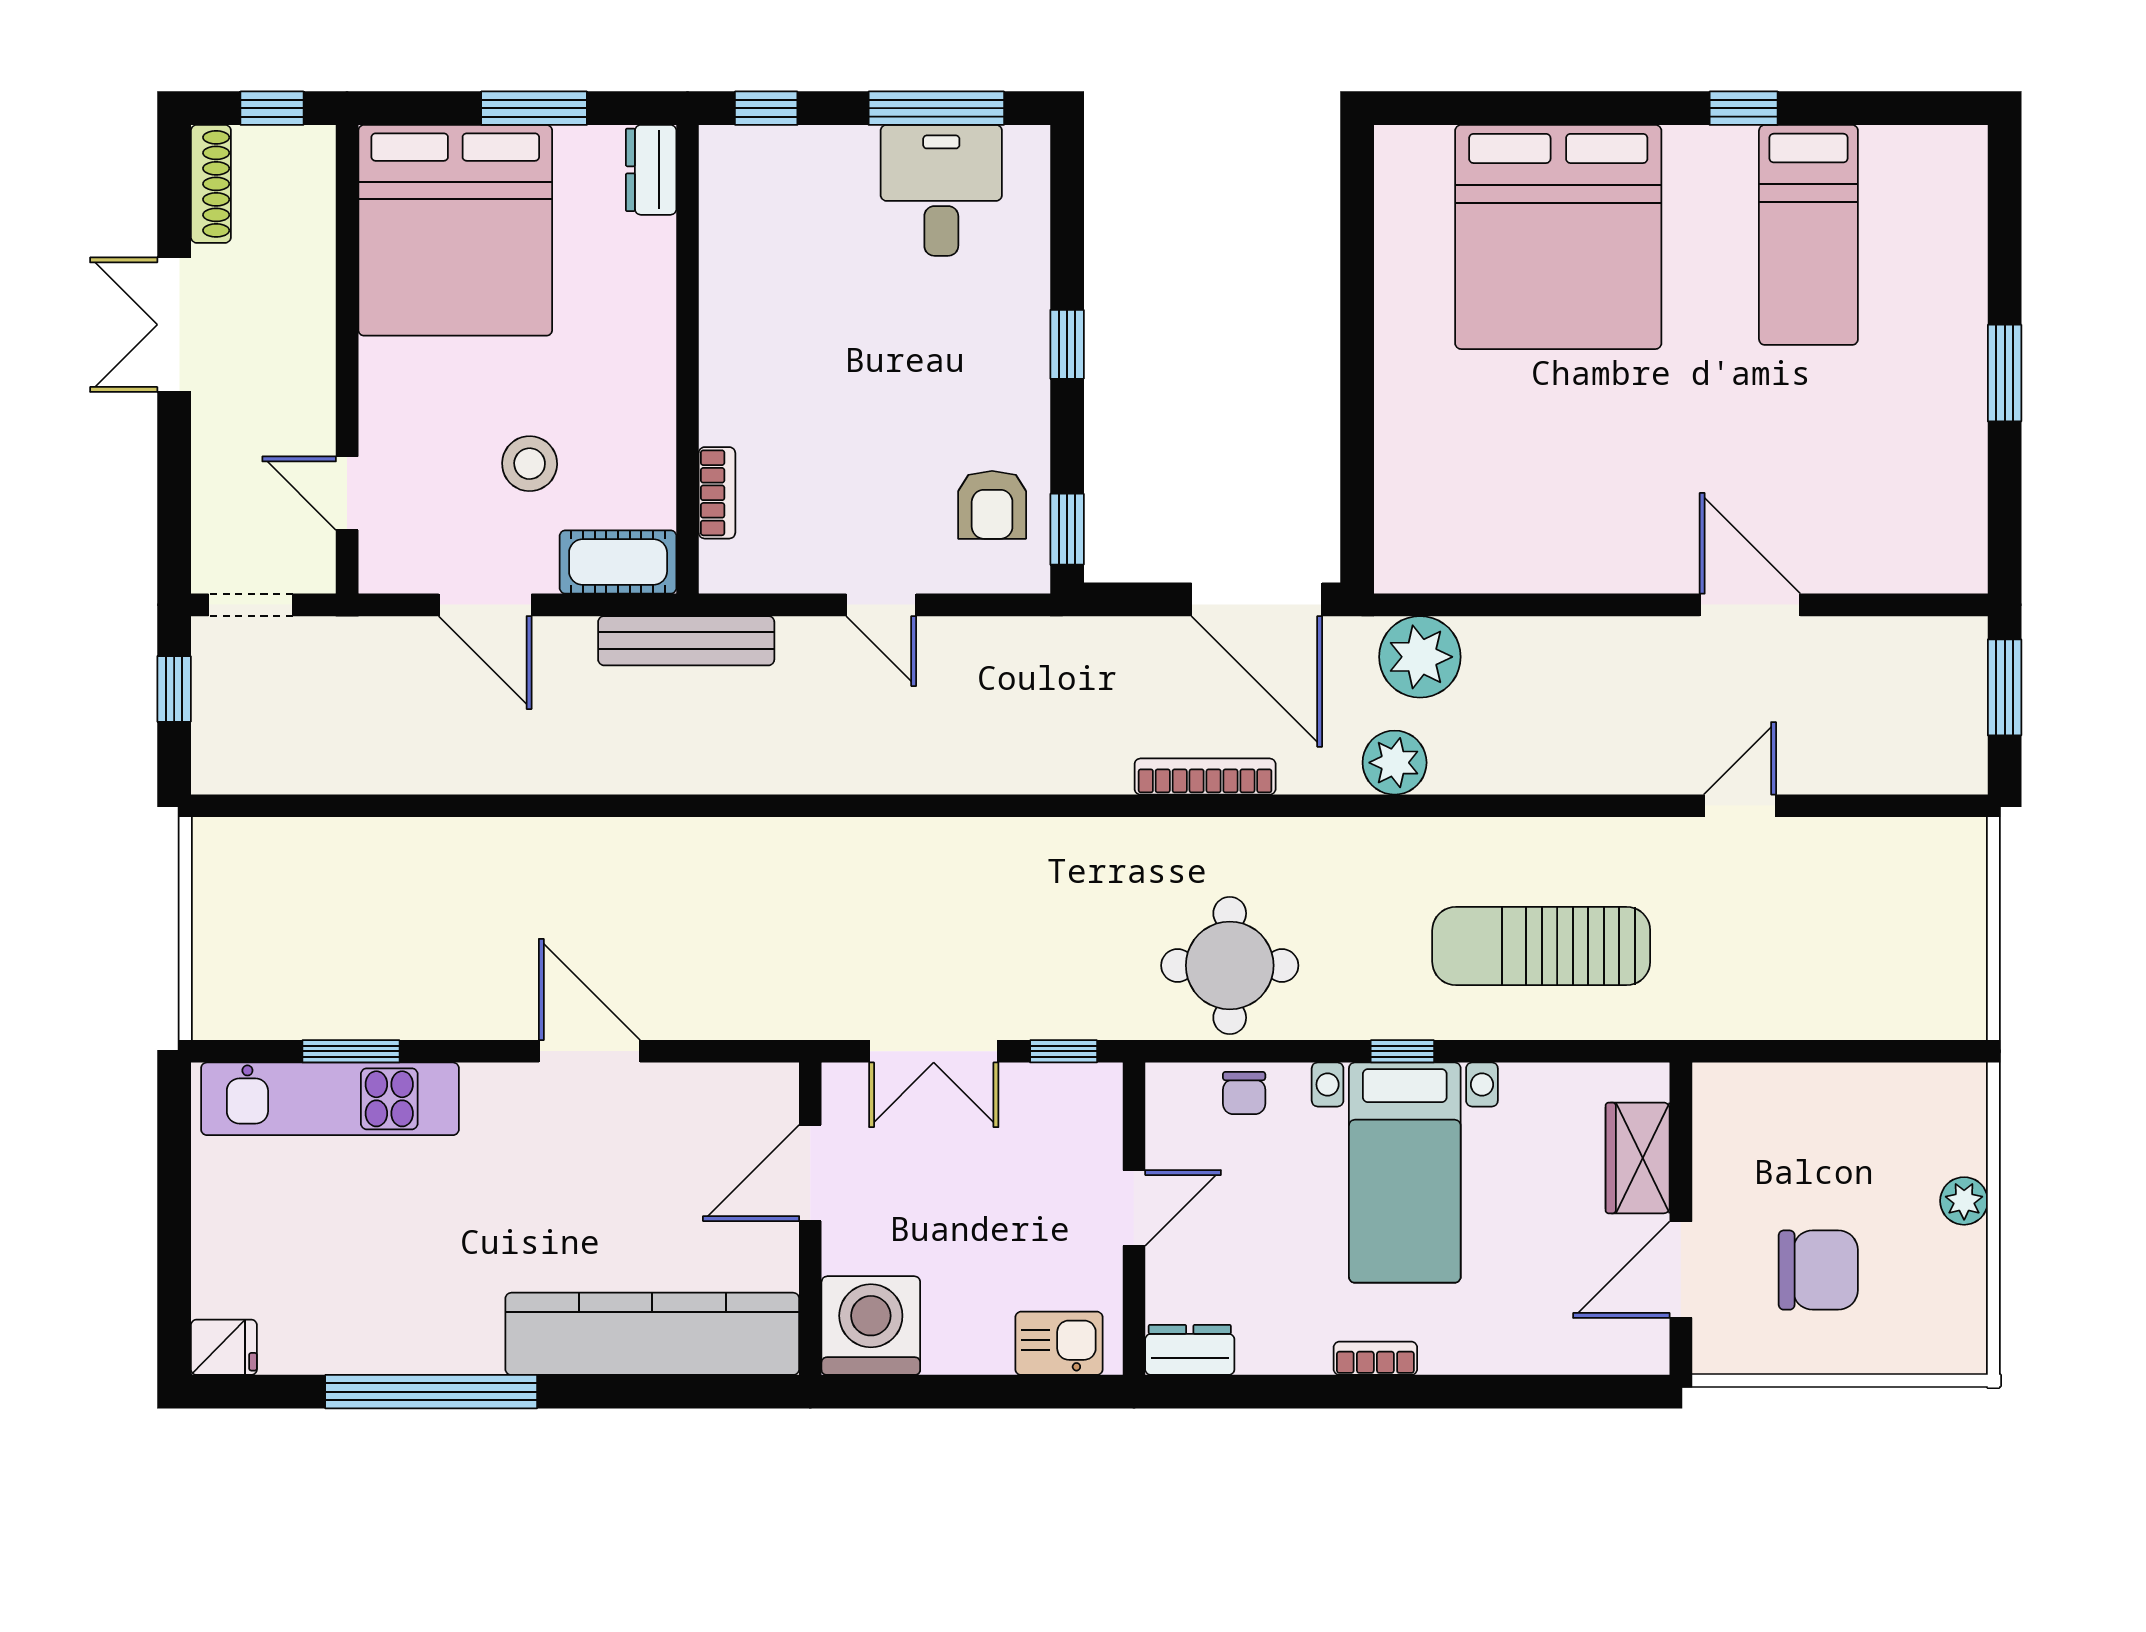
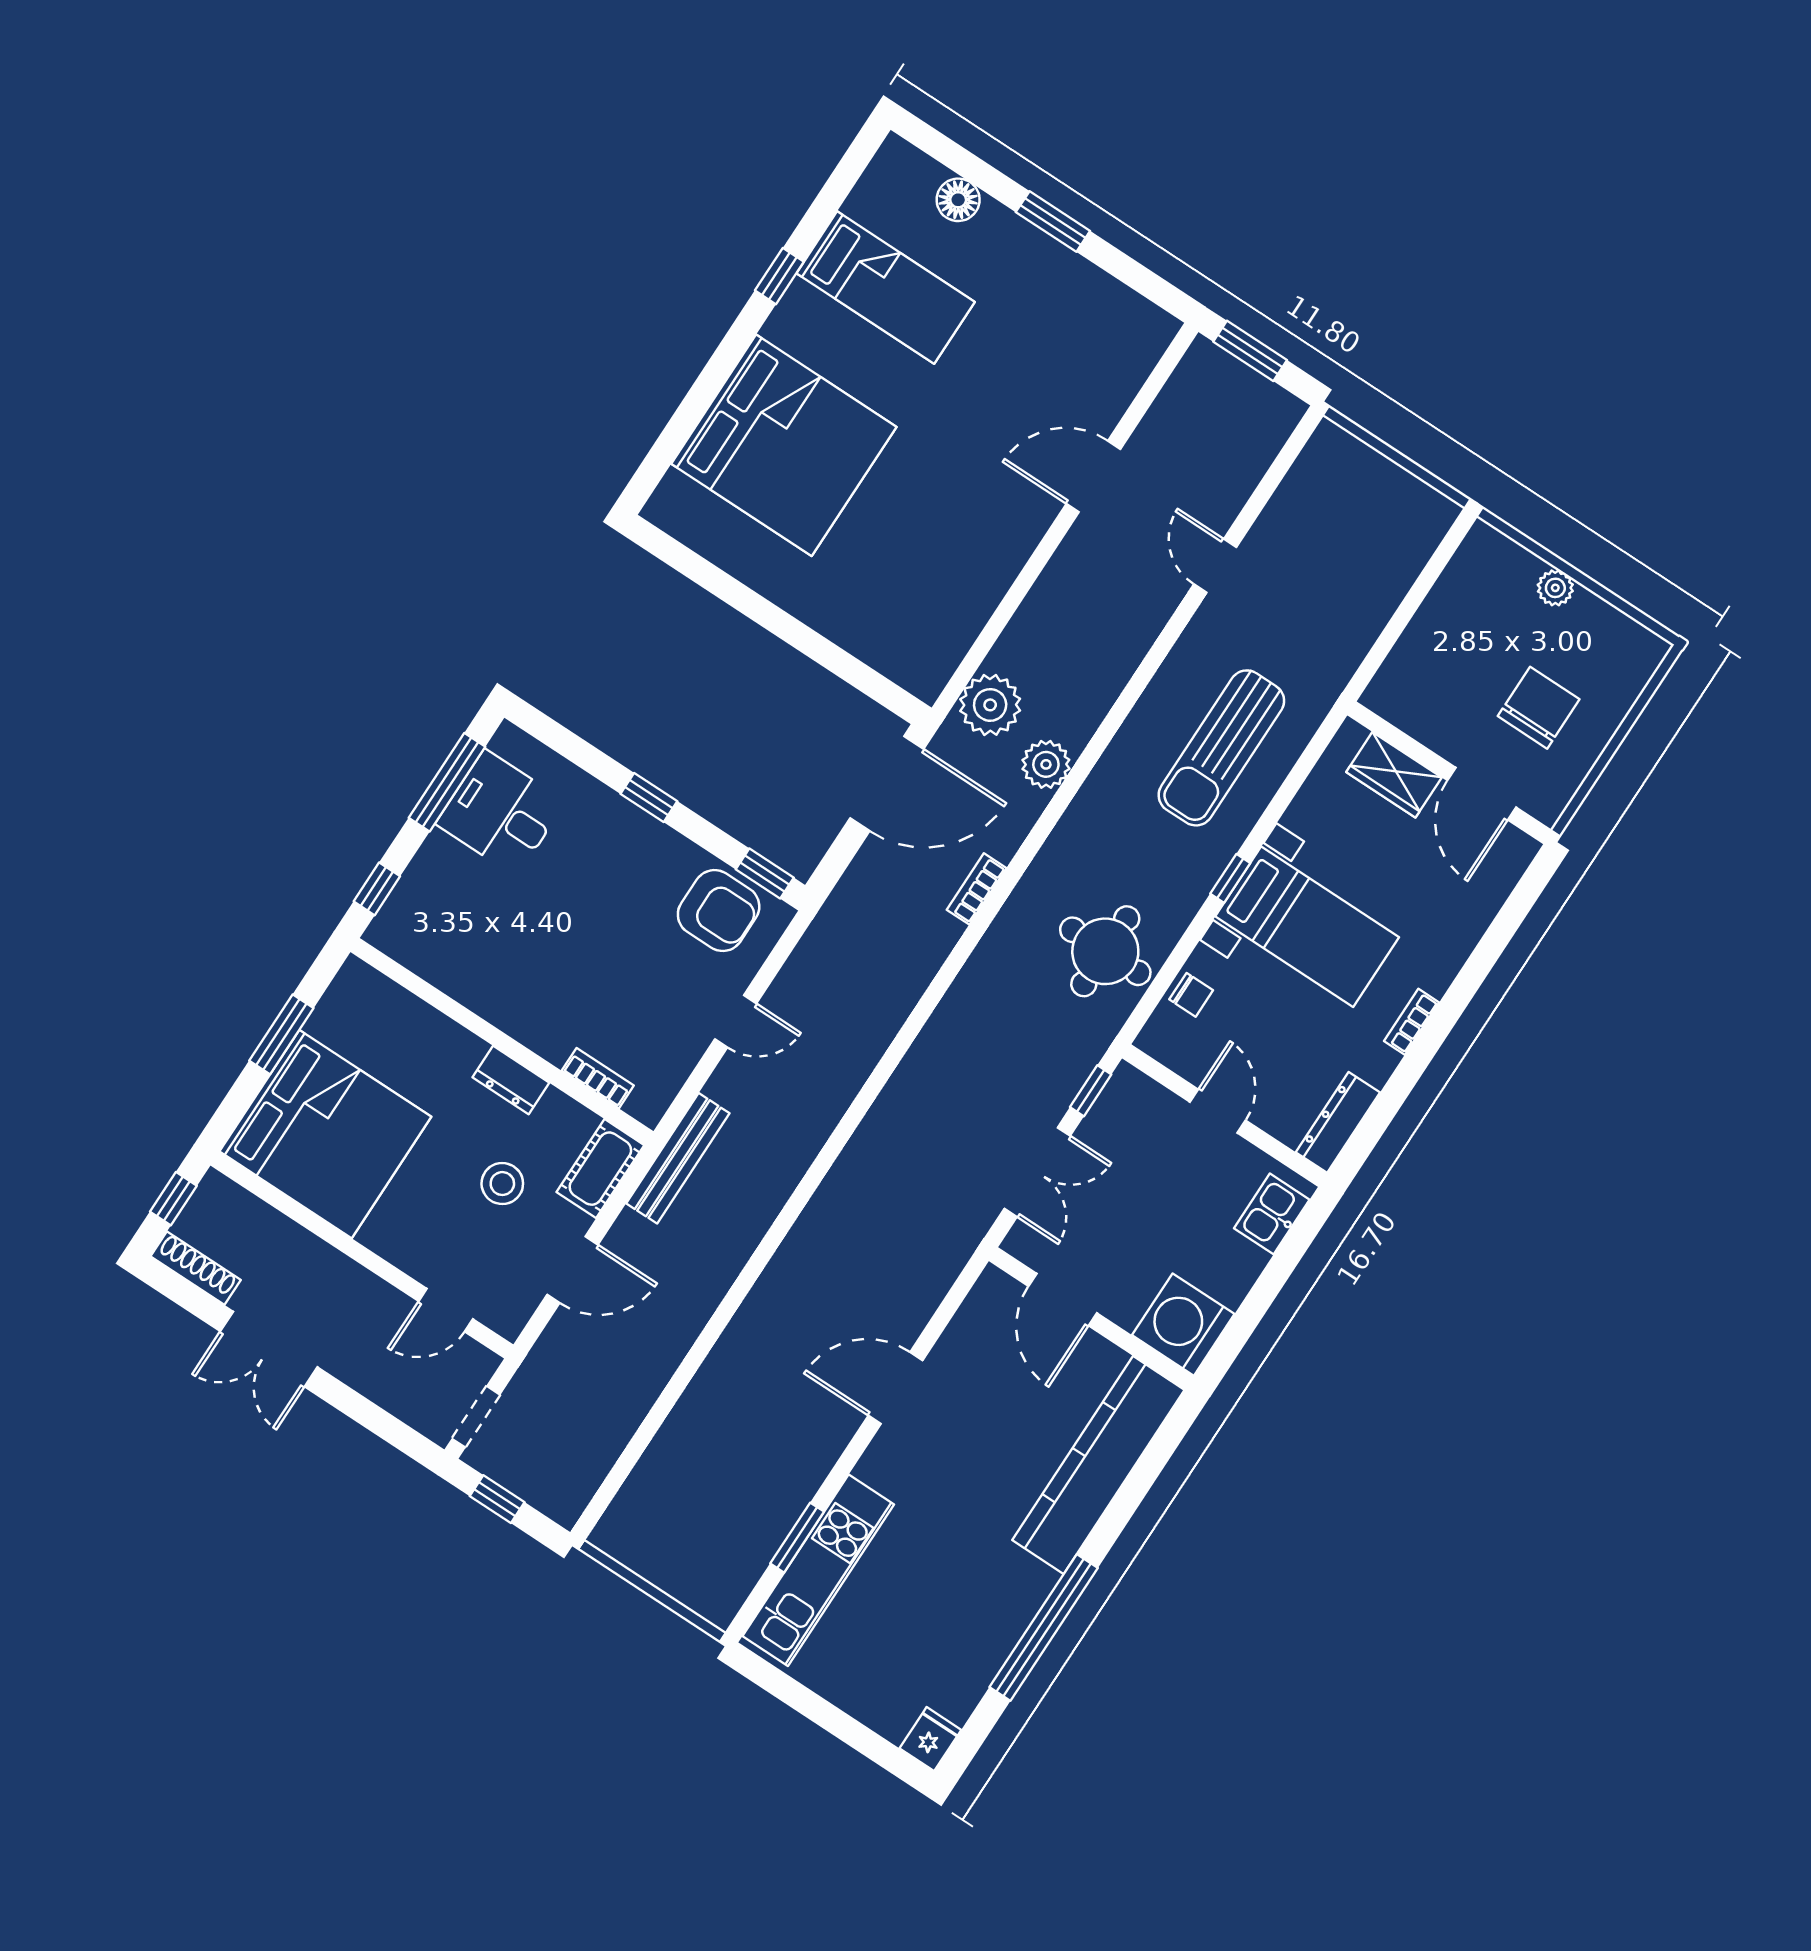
dresser: (651, 170) -> (511, 1080), moved
floor lamp: (1959, 251) -> (958, 200), added
armchair: (992, 505) -> (719, 911), width x1.38, depth x1.38
bookcase: (1205, 777) -> (977, 889), width x0.64
dresser: (1190, 1350) -> (1338, 1122), width x1.44

